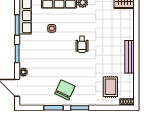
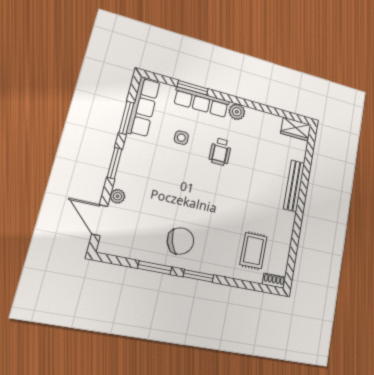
wheelchair: (82, 44) -> (220, 152), moved
bench: (130, 57) -> (294, 186), moved
chair: (65, 90) -> (180, 241), turned 47

